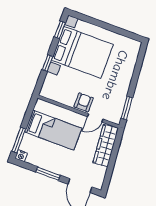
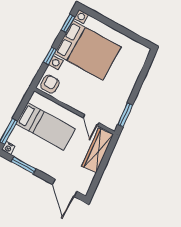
armchair: (84, 102) -> (50, 84), moved
door: (95, 118) -> (91, 120), hinge flipped
window: (48, 174) -> (24, 165), moved

